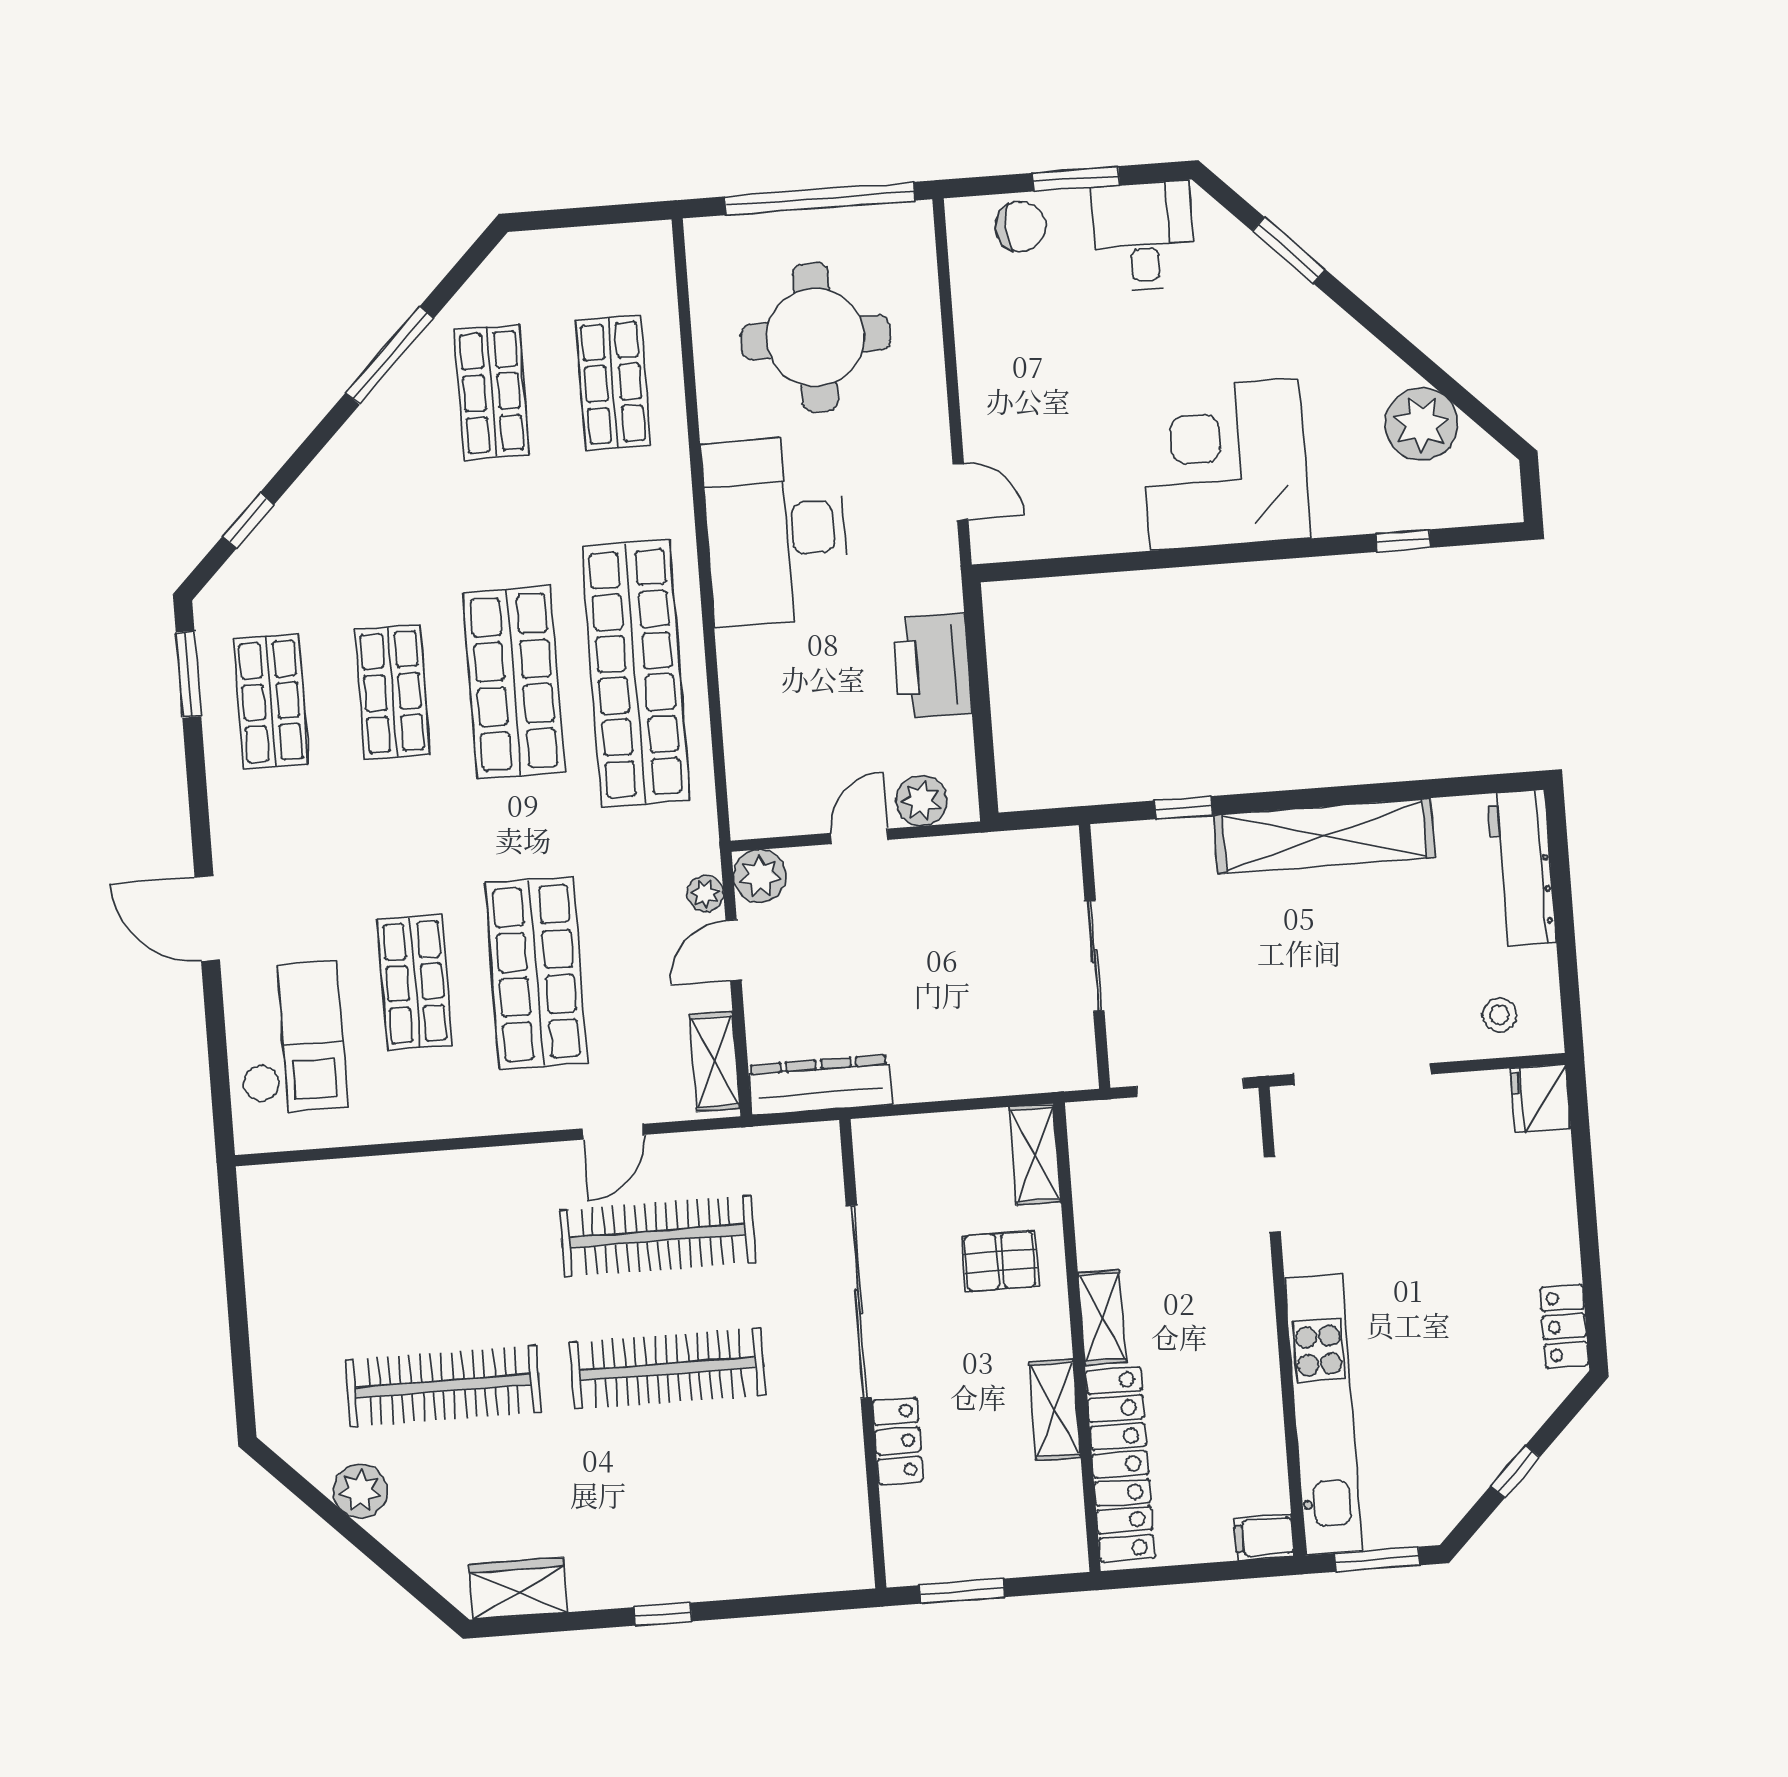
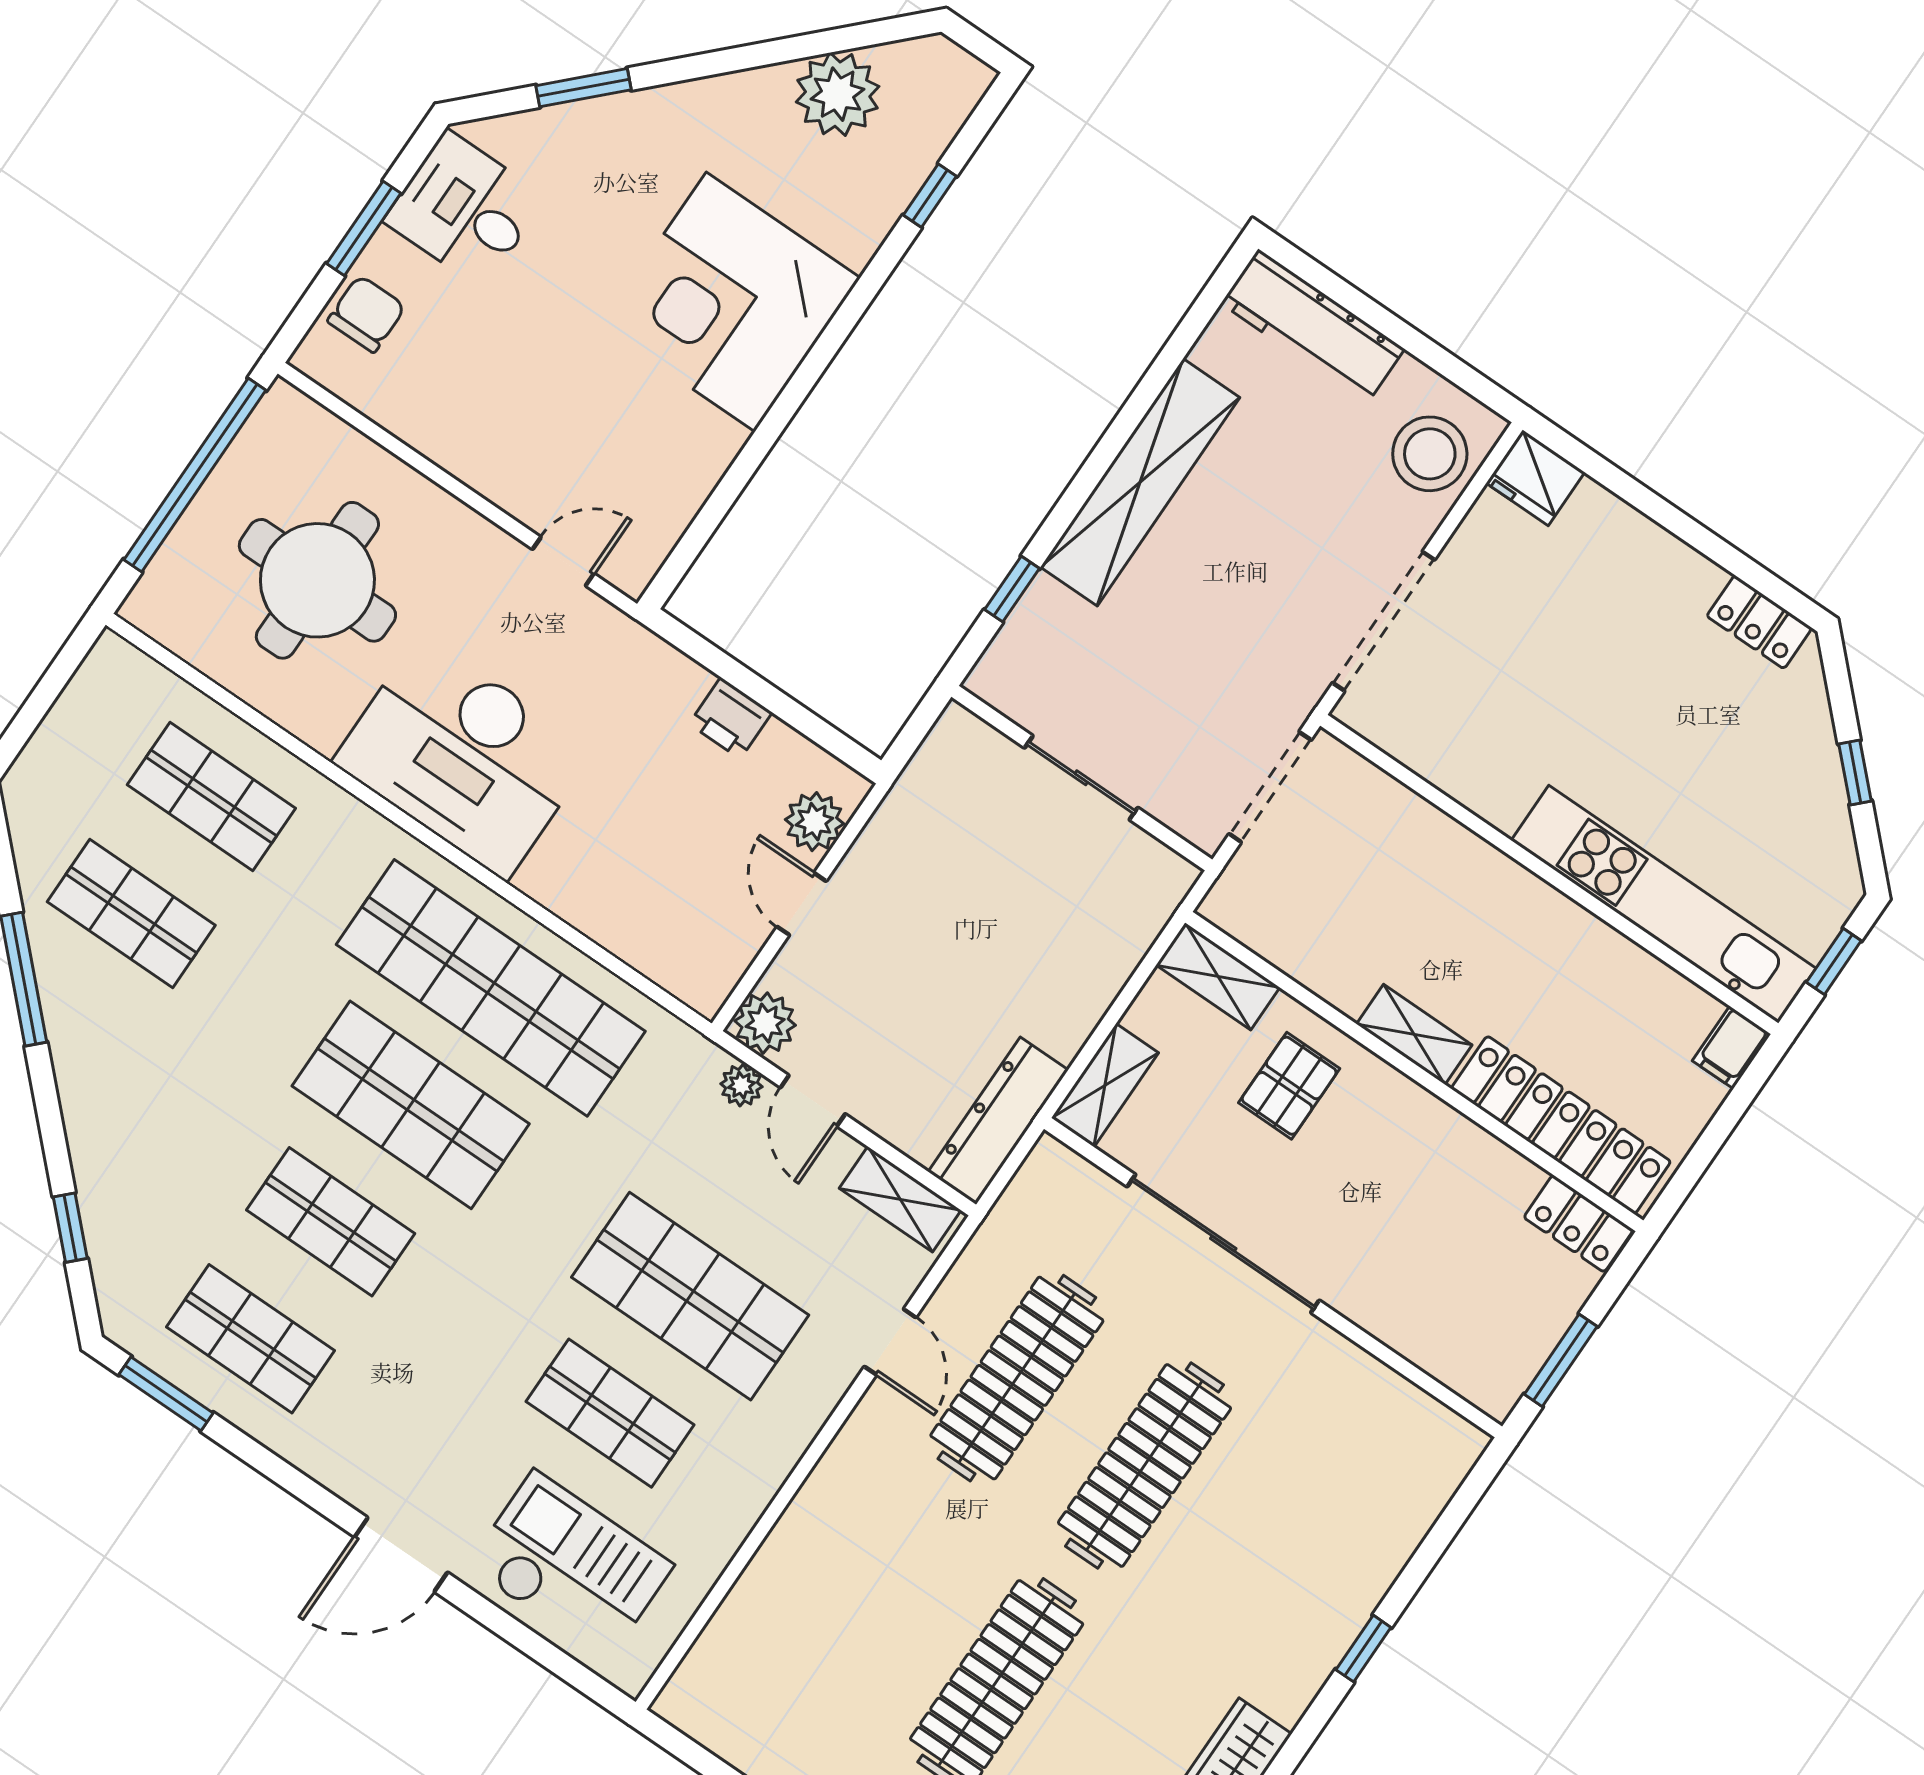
printer: (932, 666) -> (731, 718), width x0.53, depth x0.68
stool: (1500, 1015) -> (1430, 454), width x1.89, depth x1.89
doorway: (1272, 1194) -> (1427, 791), removed
shelving: (1055, 1410) -> (1105, 1085), moved, turned 90
locker: (898, 1441) -> (1579, 1224), moved, turned 180
window: (1377, 1559) -> (1834, 961), width x0.67

